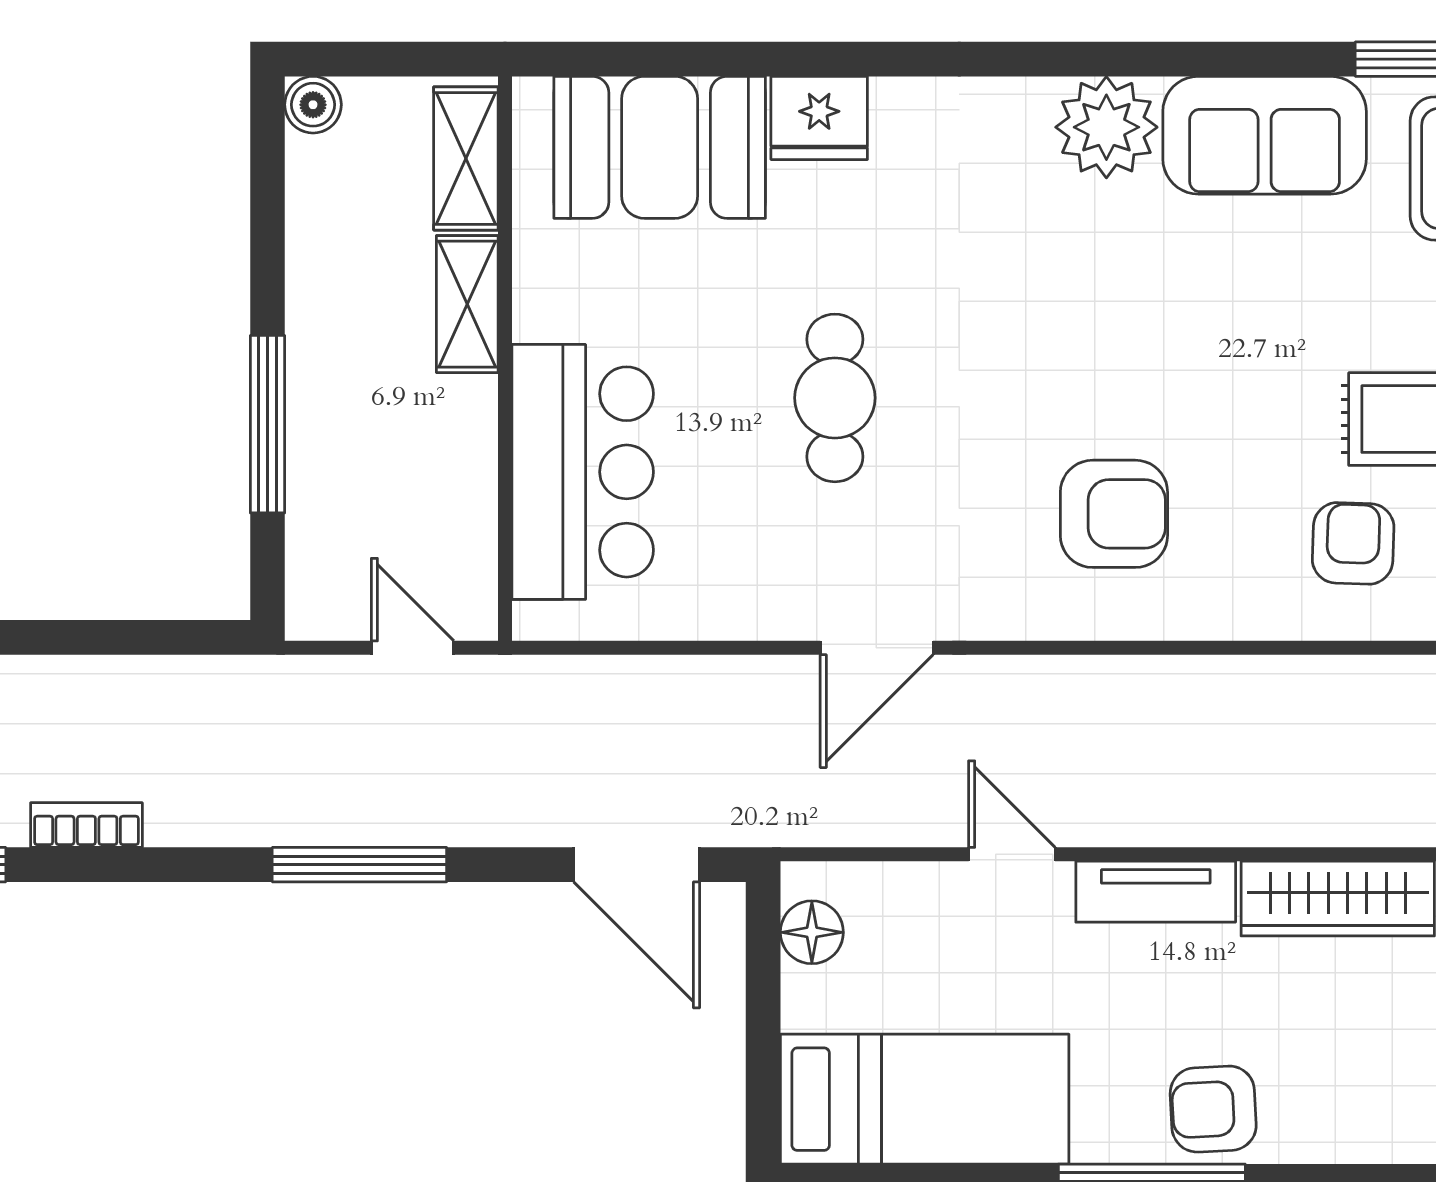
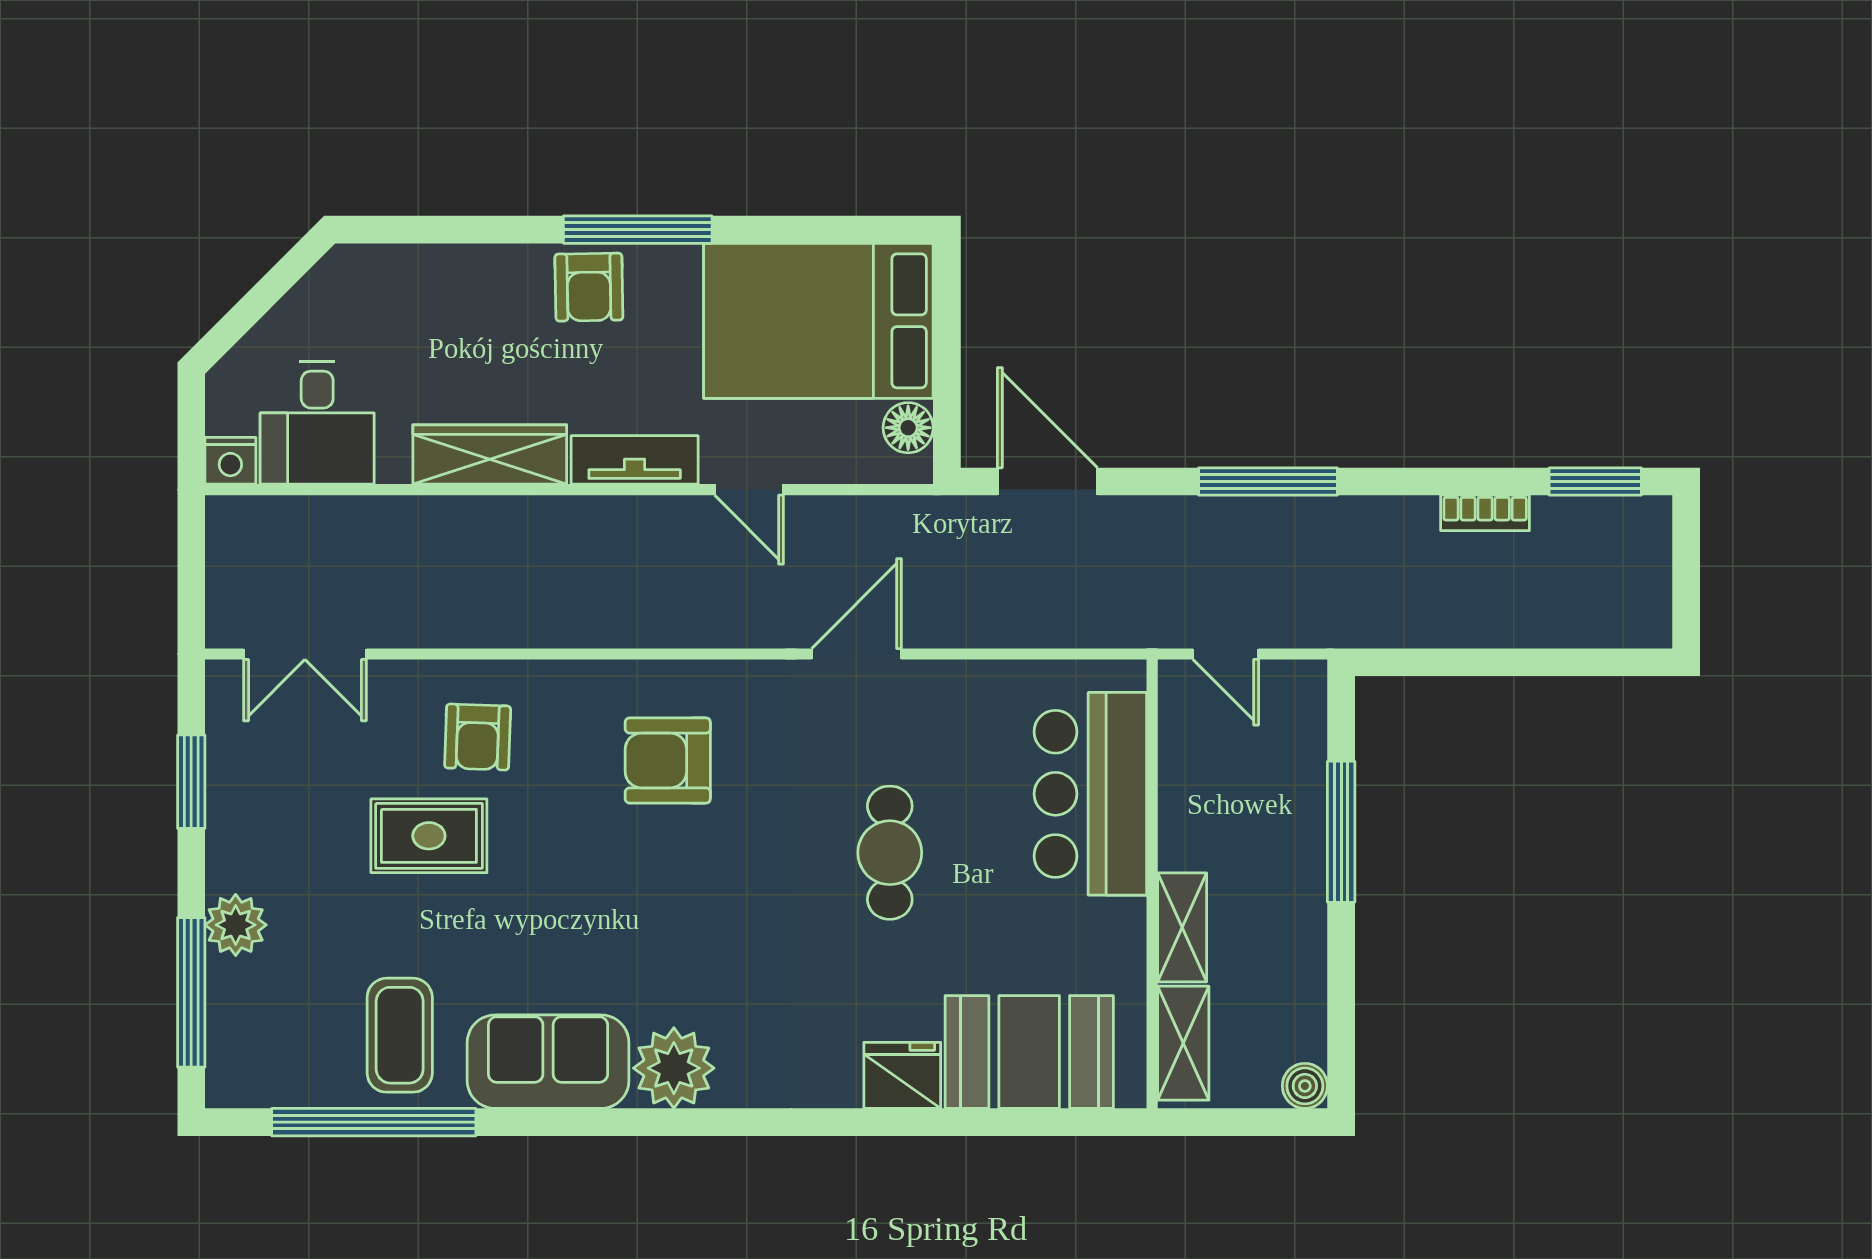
bed: (925, 1099) -> (818, 321), width x1.50
armchair: (1213, 1109) -> (589, 287), turned 92

